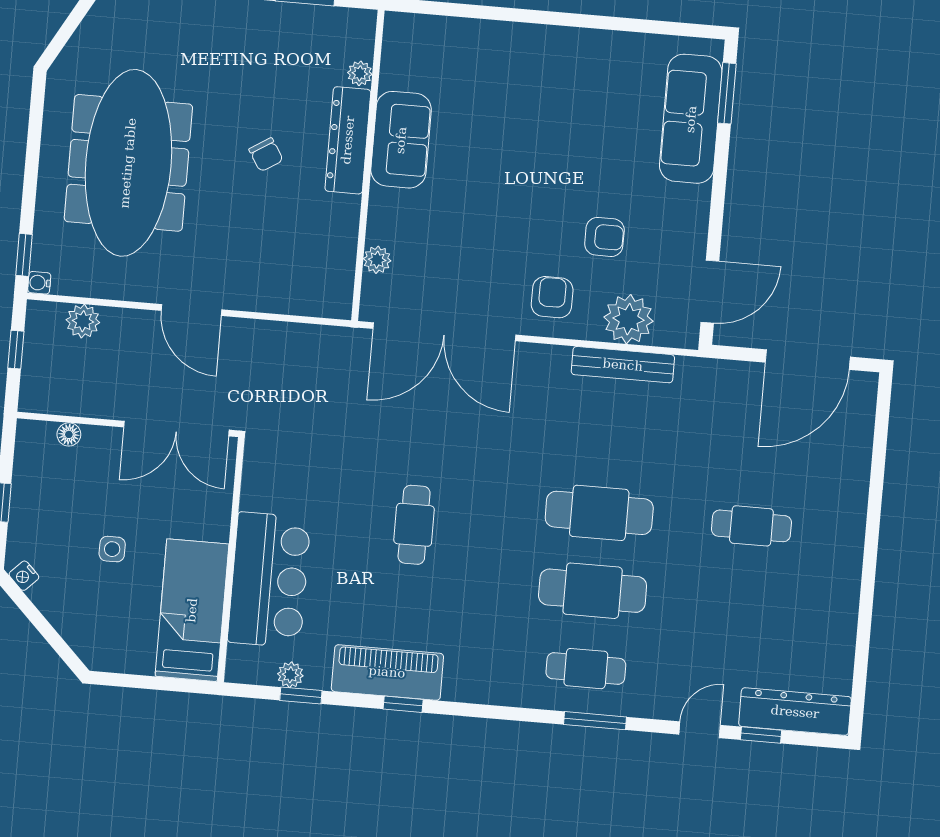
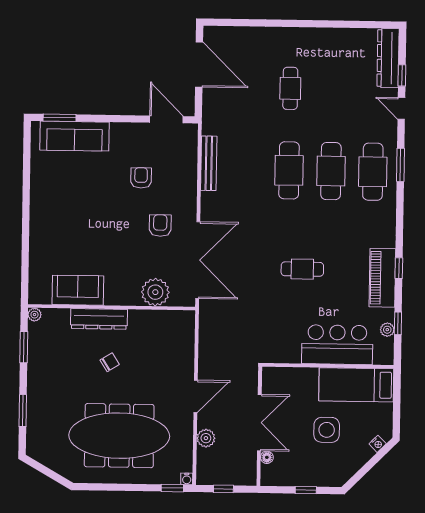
plant: (360, 73) -> (35, 315), moved
sofa: (401, 140) -> (78, 290), moved
plant: (377, 260) -> (155, 292), width x1.87, depth x1.87
armchair: (552, 297) -> (160, 226), moved, turned 90
plant: (628, 319) -> (184, 162), removed
plant: (83, 321) -> (206, 438), moved
double door: (176, 429) -> (259, 423), moved
side table: (112, 549) -> (327, 430), width x1.87, depth x1.87
nightstand: (24, 576) -> (378, 444), moved
cafe table: (586, 669) -> (373, 172), width x1.37, depth x1.35

